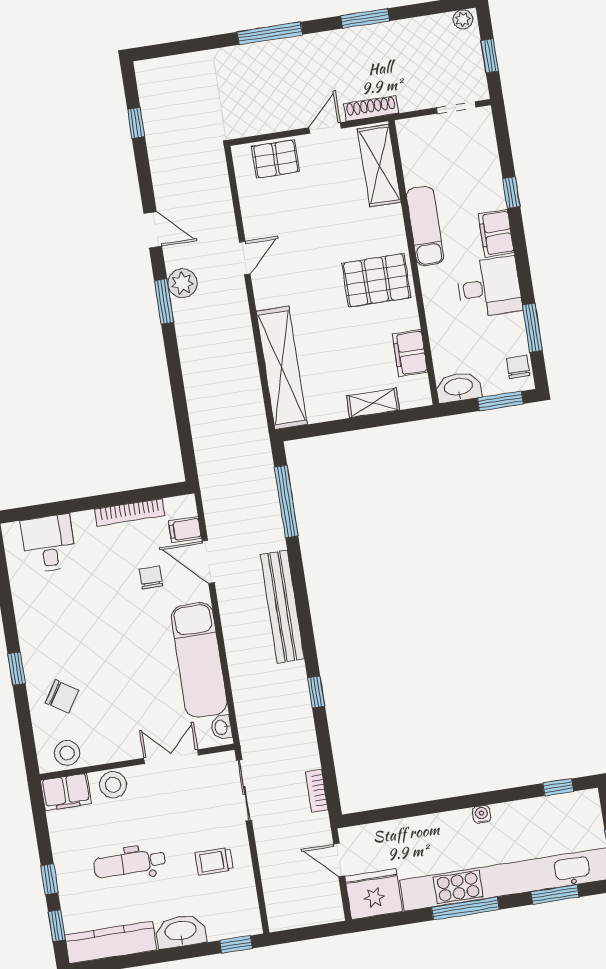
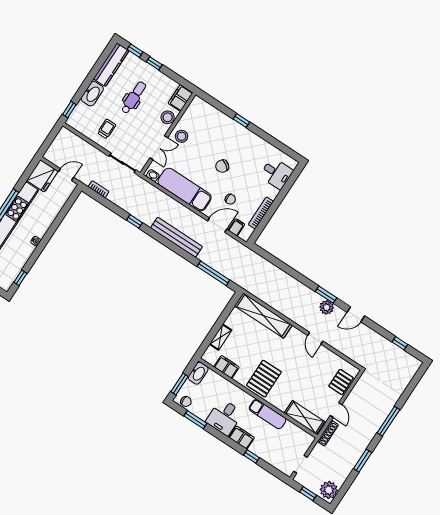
plant: (463, 19) -> (329, 490), width x1.87, depth x1.87
chair: (62, 696) -> (222, 166), moved
stool: (67, 753) -> (182, 136), moved

